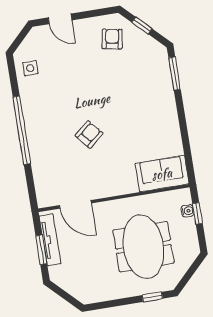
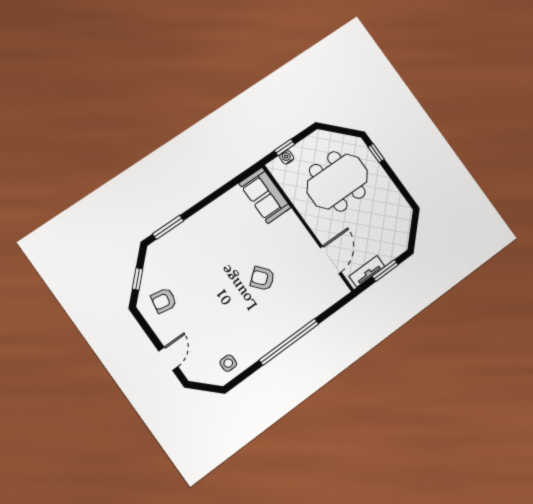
tv unit: (50, 240) -> (367, 271), width x0.71

